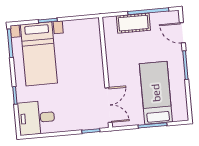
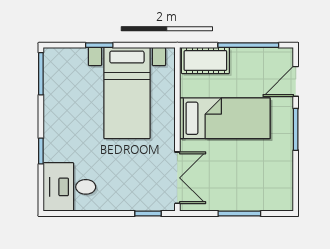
cot: (133, 23) -> (205, 61), moved
door: (182, 33) -> (296, 81), hinge flipped
bed with nightstands: (39, 54) -> (127, 93), moved
bed: (156, 93) -> (225, 118), moved, turned 90

